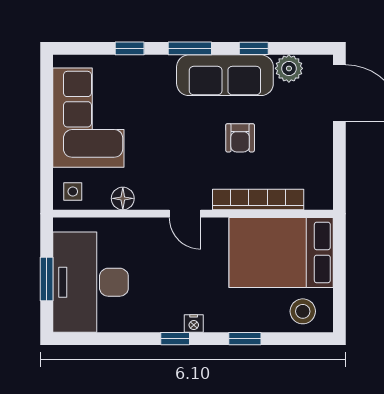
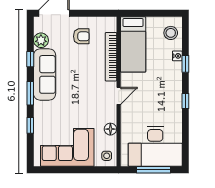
armchair: (240, 138) -> (81, 36), moved
bed: (281, 252) -> (133, 44), width x0.67
window: (47, 279) -> (153, 170), width x1.44
nightstand: (194, 324) -> (177, 56), moved

